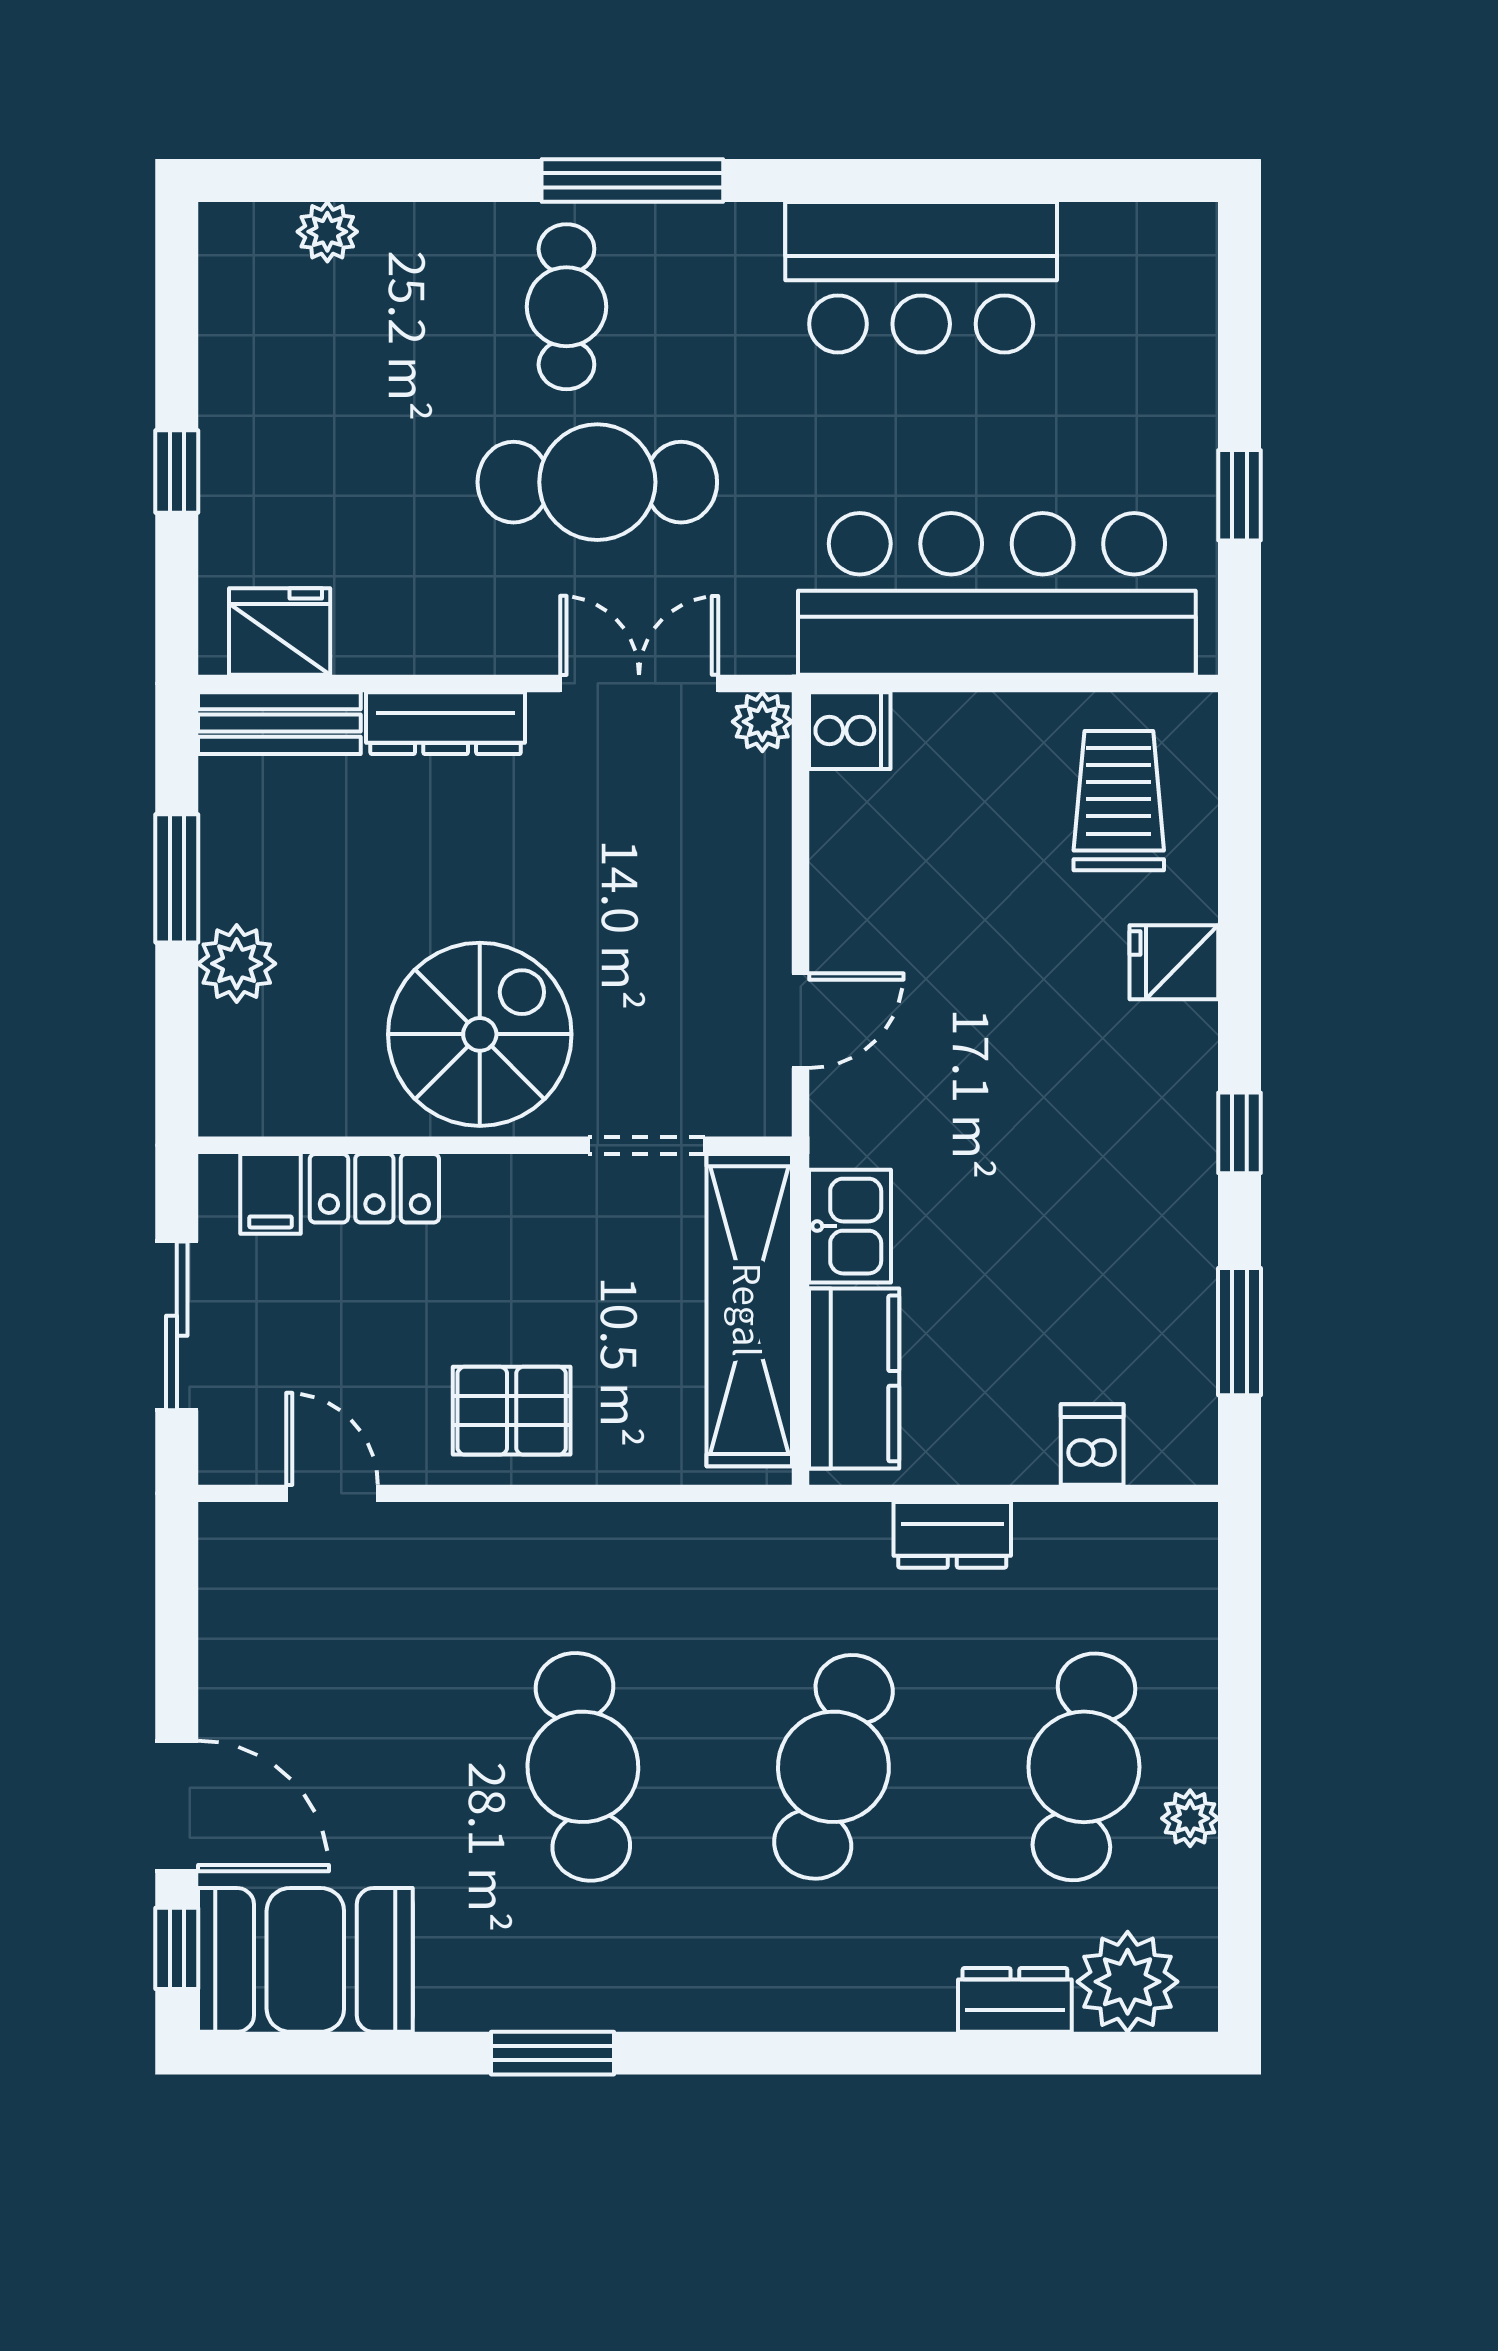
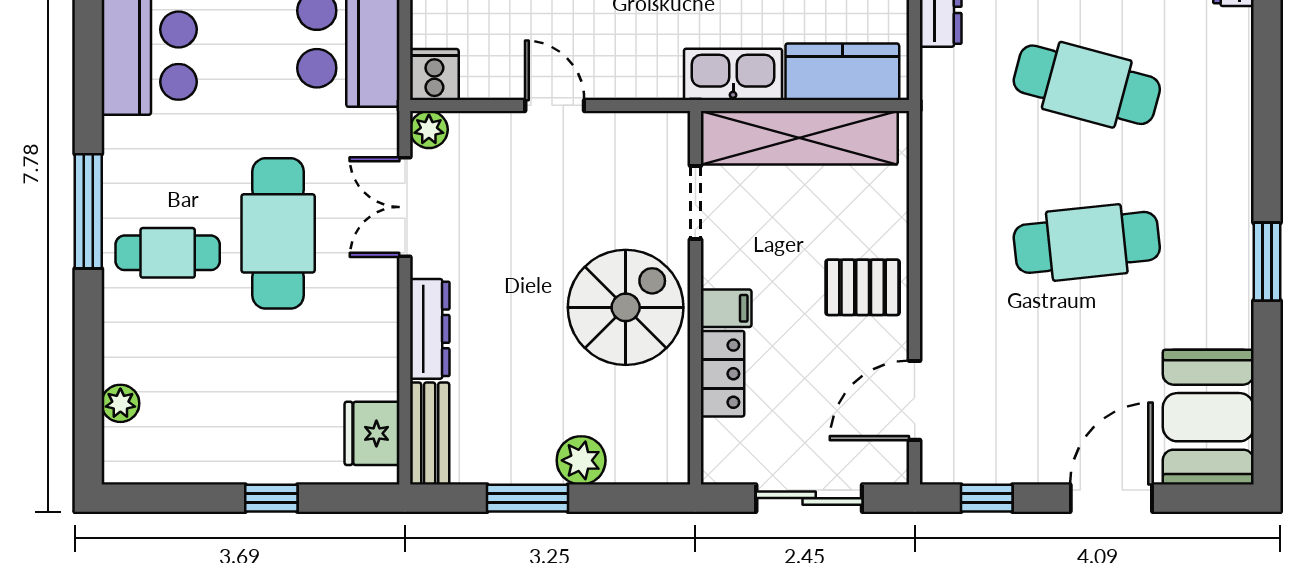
door: (801, 1021) -> (555, 105), moved
spiral stairs: (480, 1034) -> (626, 307), turned 90
filing cabinet: (270, 1194) -> (726, 308), moved
kitchen sink: (850, 1226) -> (733, 74), width x1.38
pallet: (512, 1411) -> (863, 287), turned 90
door: (332, 1493) -> (915, 400), width x1.38
window: (177, 1948) -> (987, 498), moved

